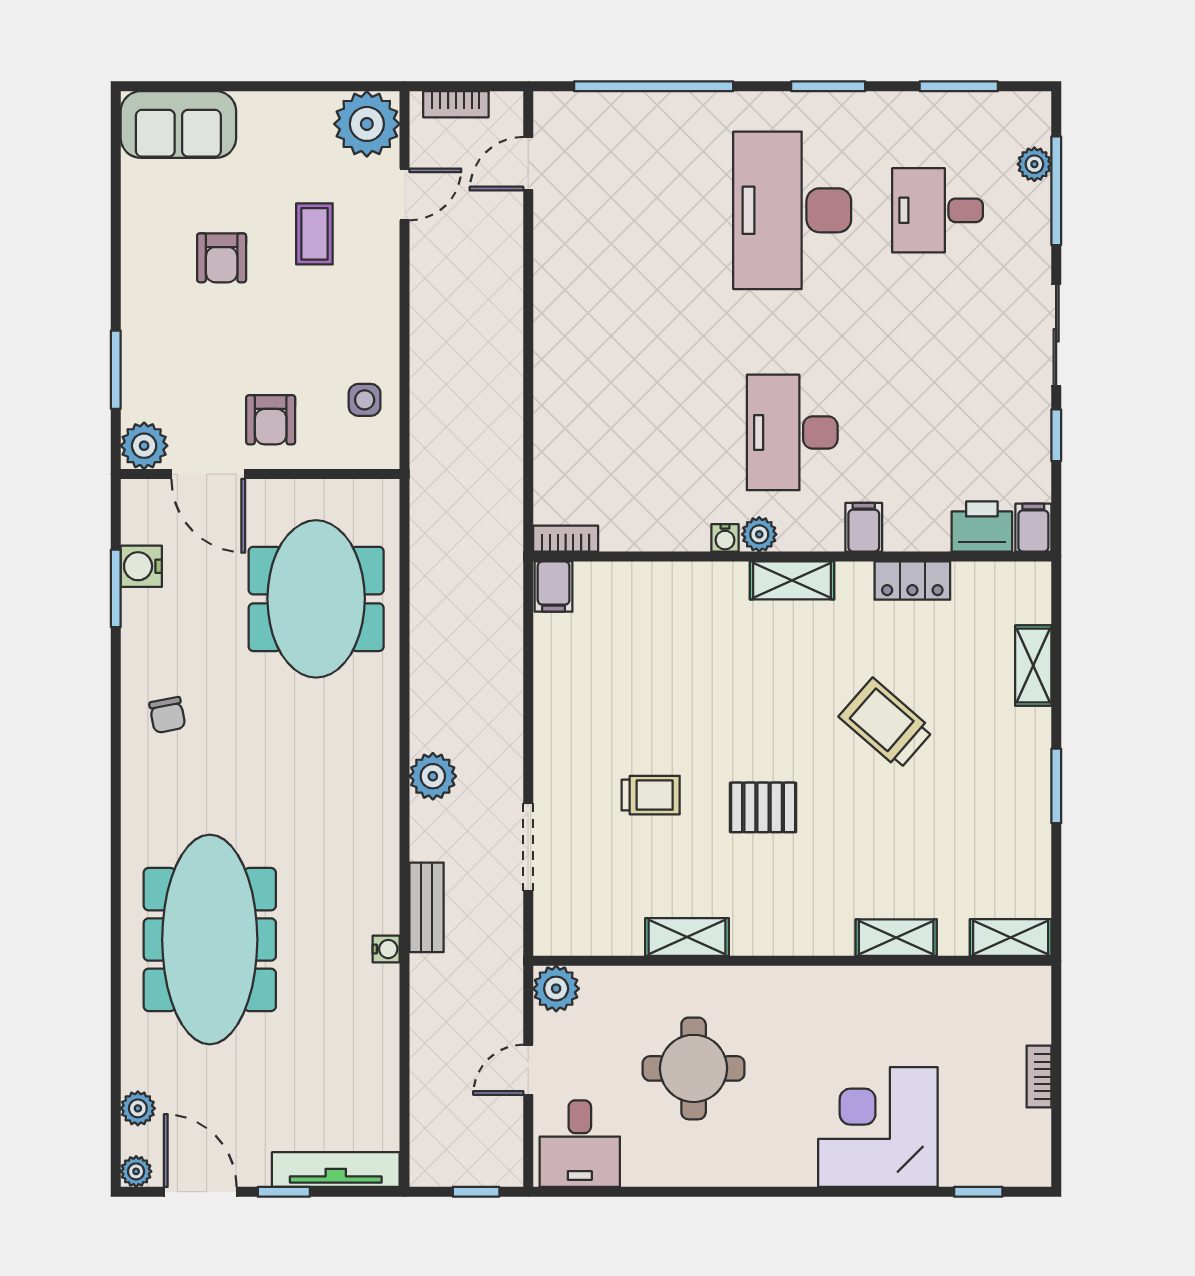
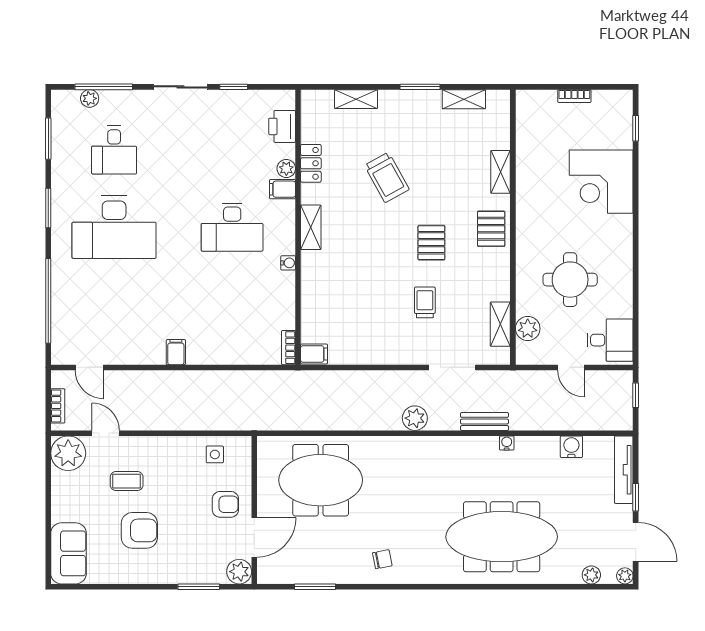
armchair: (222, 258) -> (139, 530), width x1.38, depth x1.38
filing cabinet: (1033, 528) -> (176, 352), moved, turned 90
plant: (759, 534) -> (286, 169), moved
water cooler: (141, 566) -> (571, 447), moved, turned 180
trolley: (886, 724) -> (387, 177), turned -70
pallet: (789, 920) -> (491, 229), added
shelving: (687, 937) -> (500, 324), moved
shelving: (1011, 937) -> (464, 99), moved, turned 90
plant: (556, 989) -> (528, 328), moved
door: (200, 1192) -> (636, 542), swing flipped

